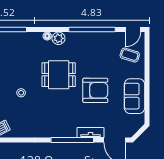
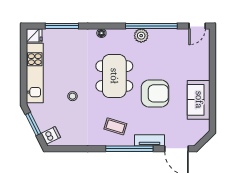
plant: (58, 38) -> (141, 36), moved
coffee table: (130, 55) -> (115, 126), moved
dining table: (59, 75) -> (114, 76), width x1.38

